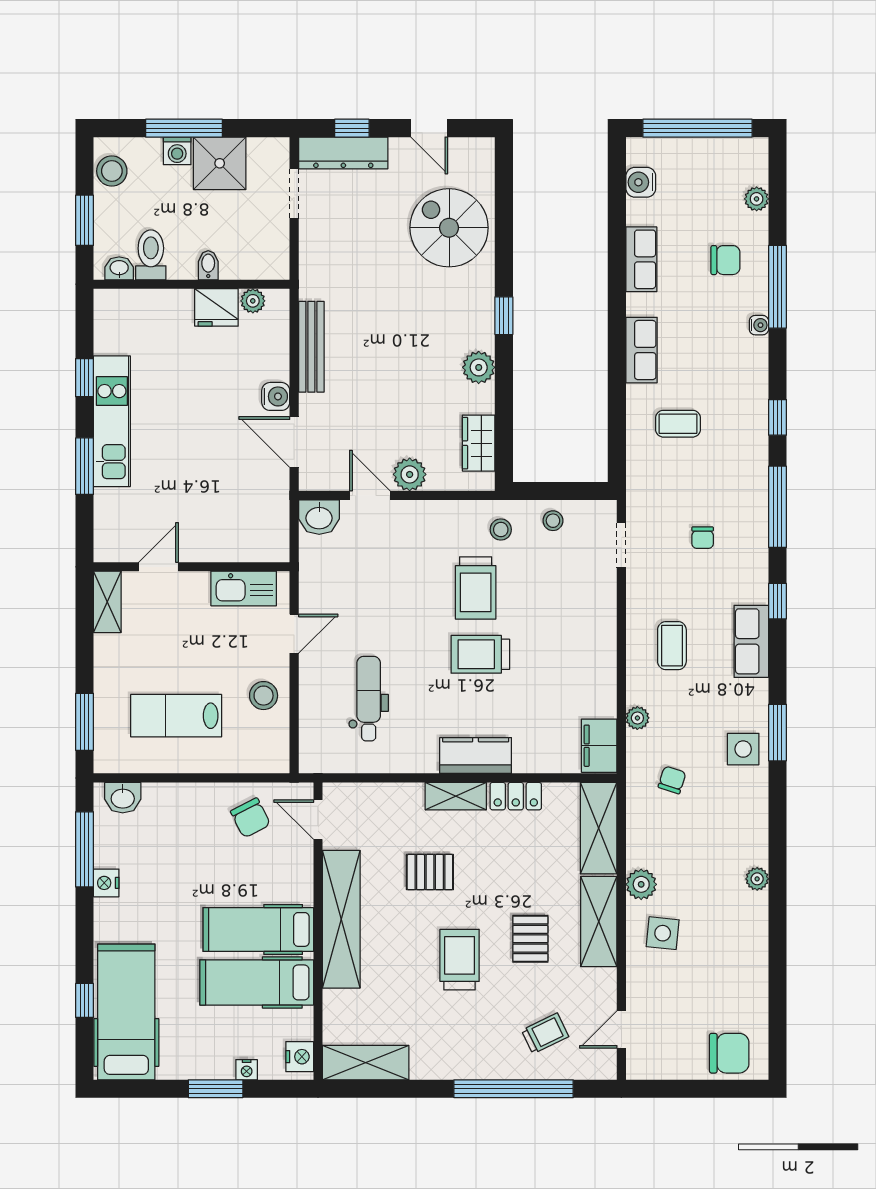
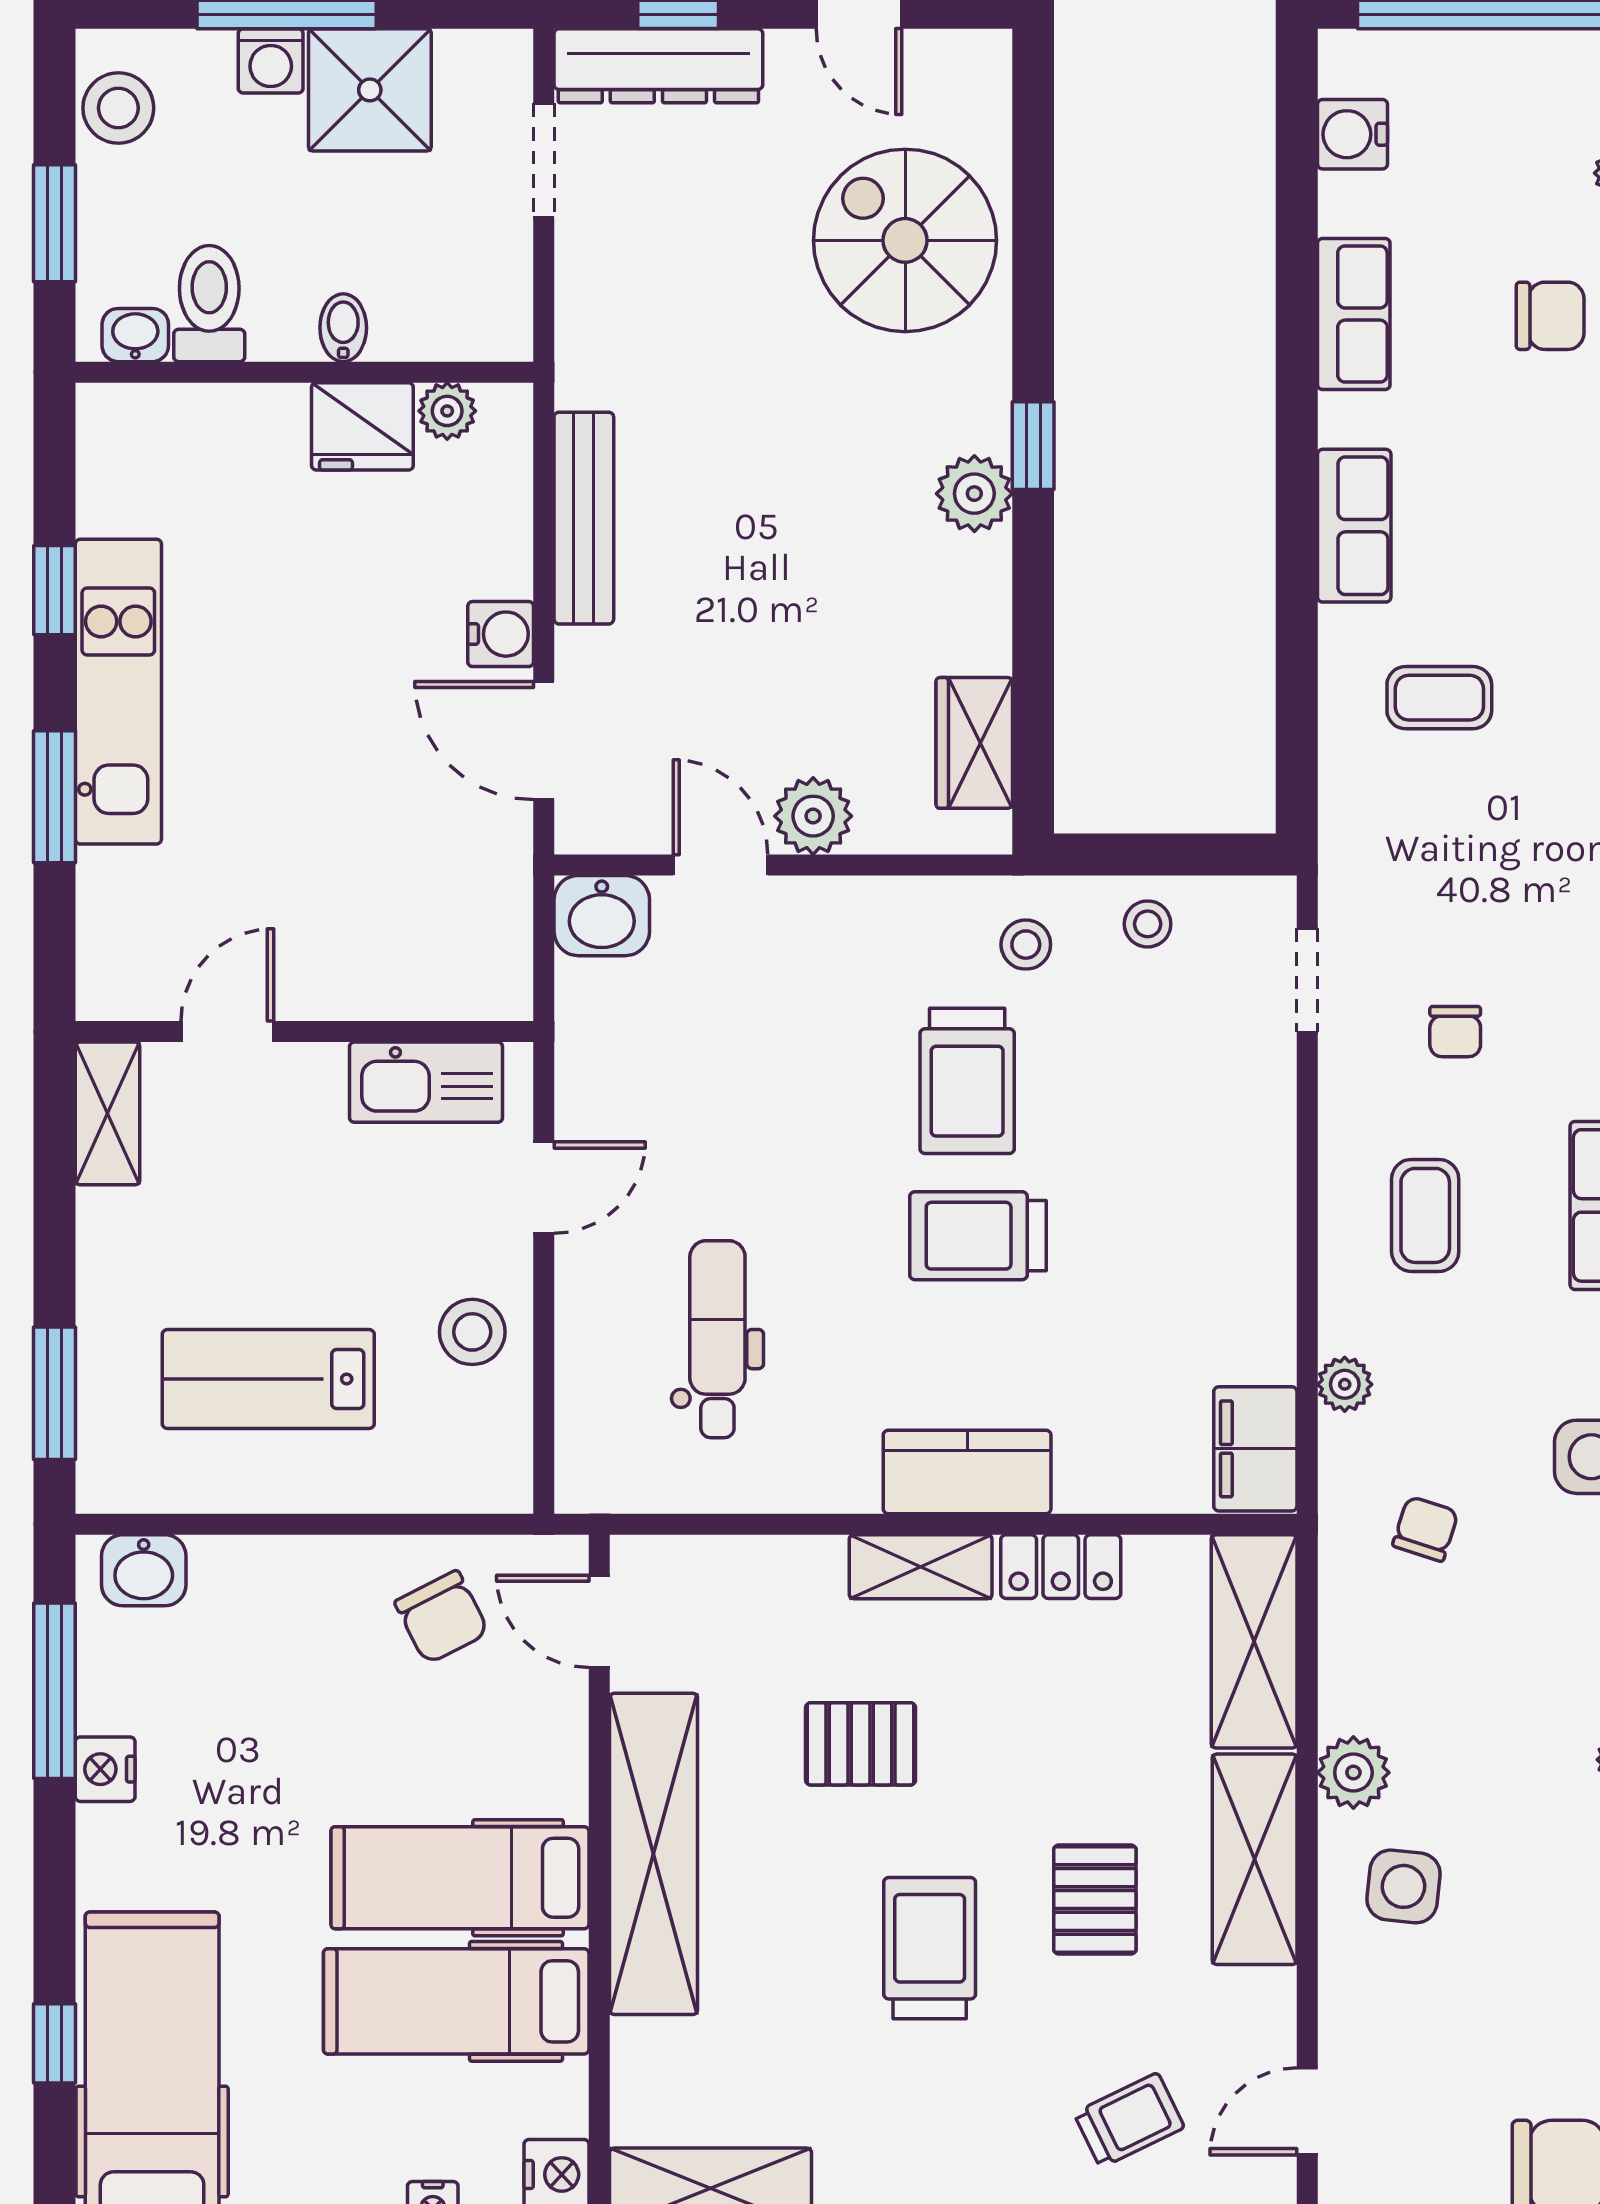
plant: (479, 367) -> (974, 494), moved
chair: (703, 538) -> (1455, 1032), moved

